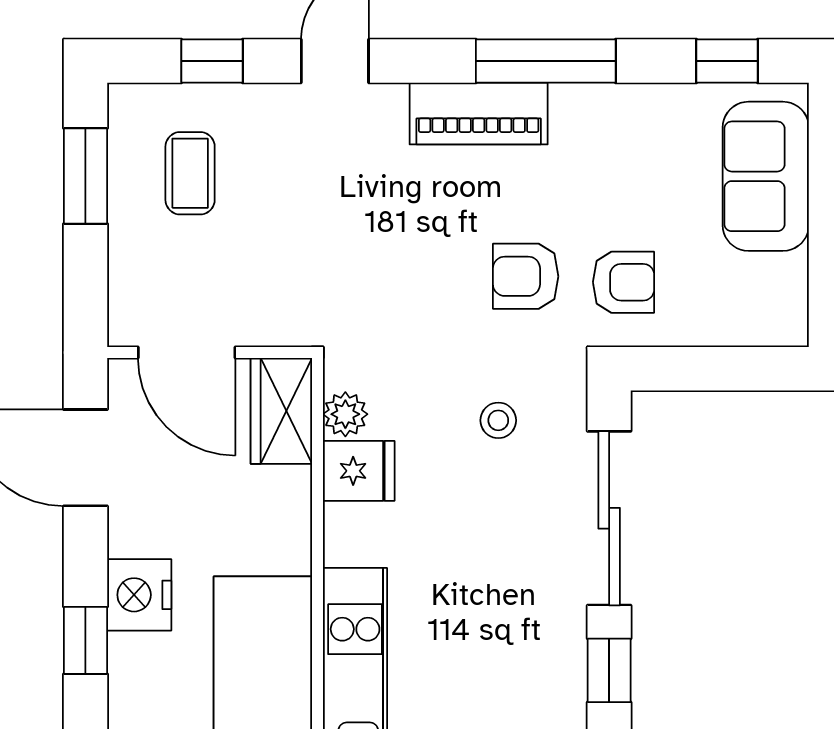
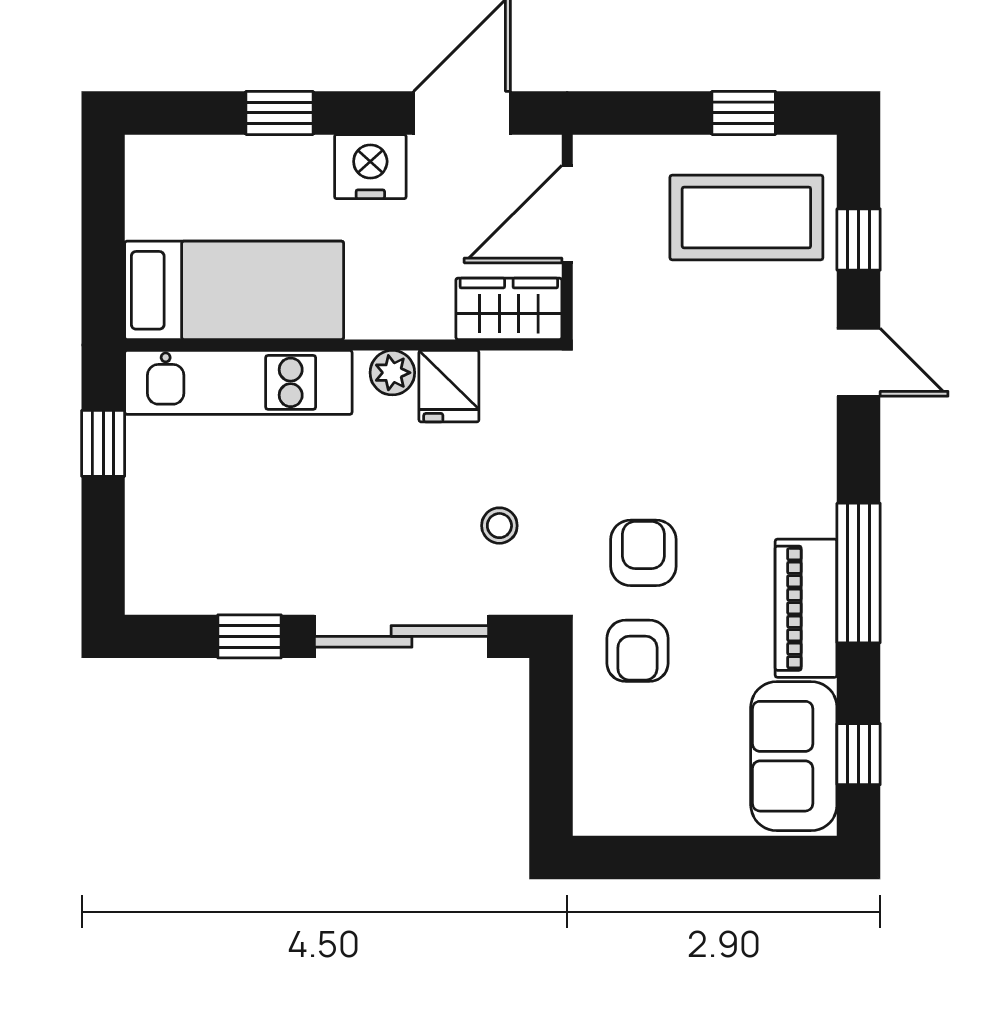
piano: (479, 114) -> (806, 608), moved
coffee table: (190, 173) -> (746, 217), width x1.86, depth x1.72
window: (85, 176) -> (744, 113), width x0.67
sofa: (766, 176) -> (794, 756), moved, turned -90
plant: (345, 414) -> (392, 373), moved
nightstand: (139, 595) -> (370, 167), moved

